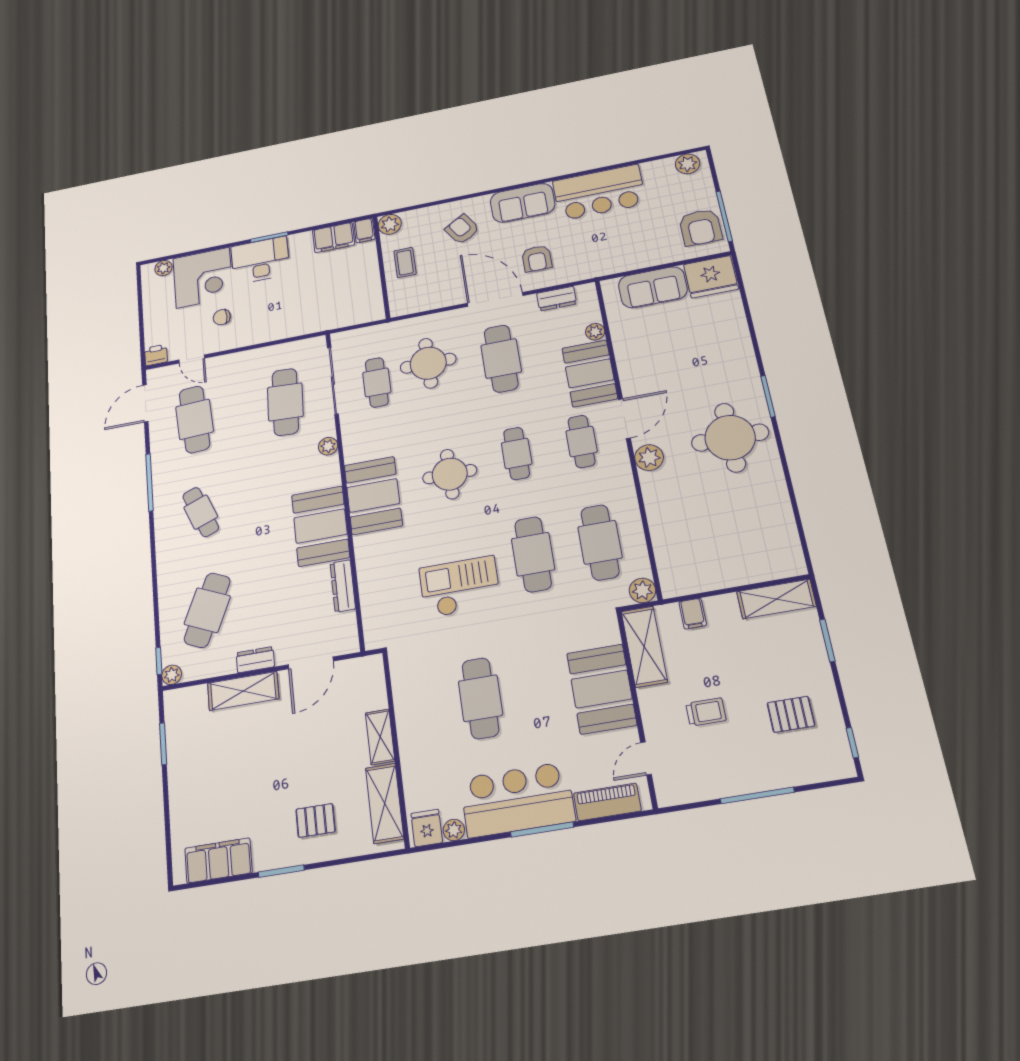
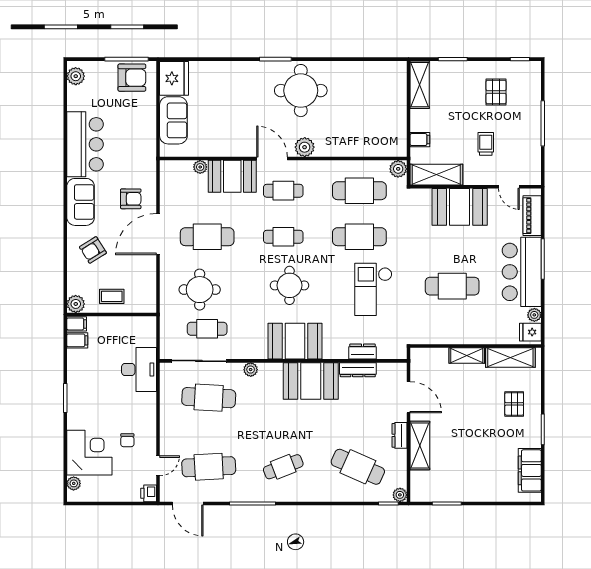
filing cabinet: (334, 237) -> (77, 340), width x0.50
desk: (260, 260) -> (139, 369), moved, turned 180
dresser: (557, 299) -> (362, 352), moved, turned -90

